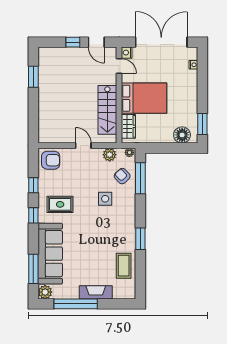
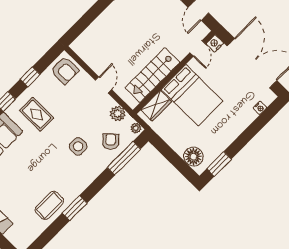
coffee table: (124, 266) -> (49, 205), moved

